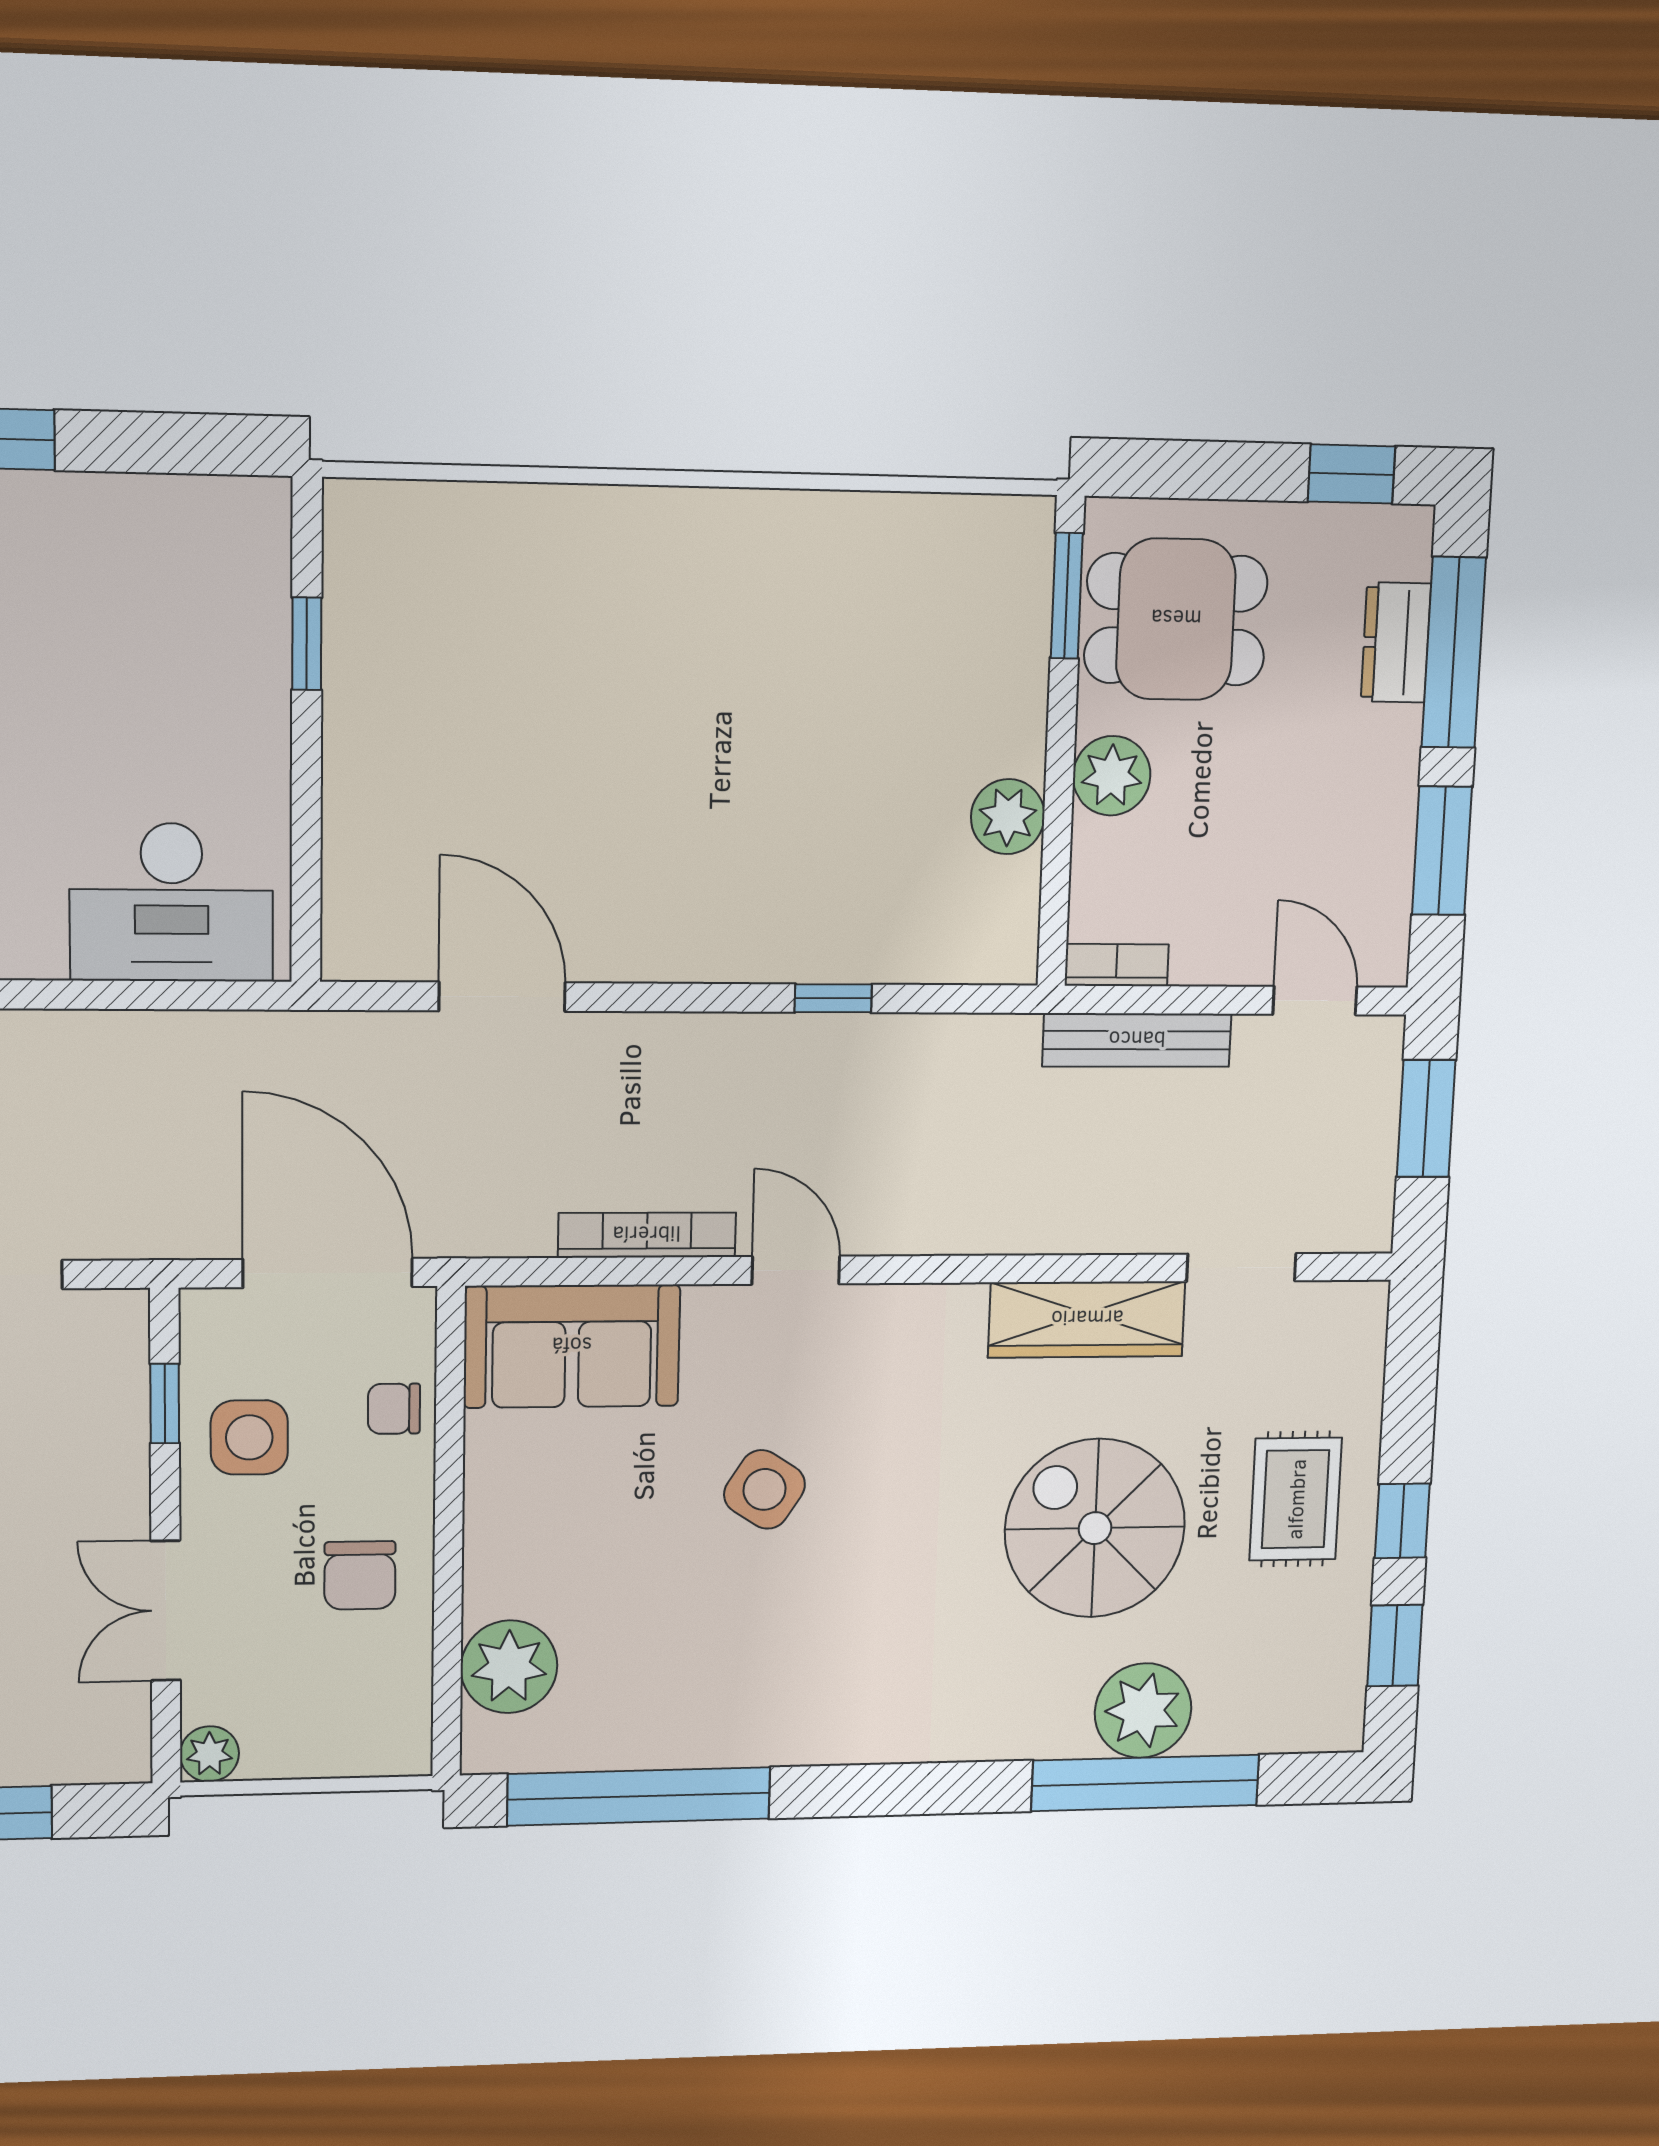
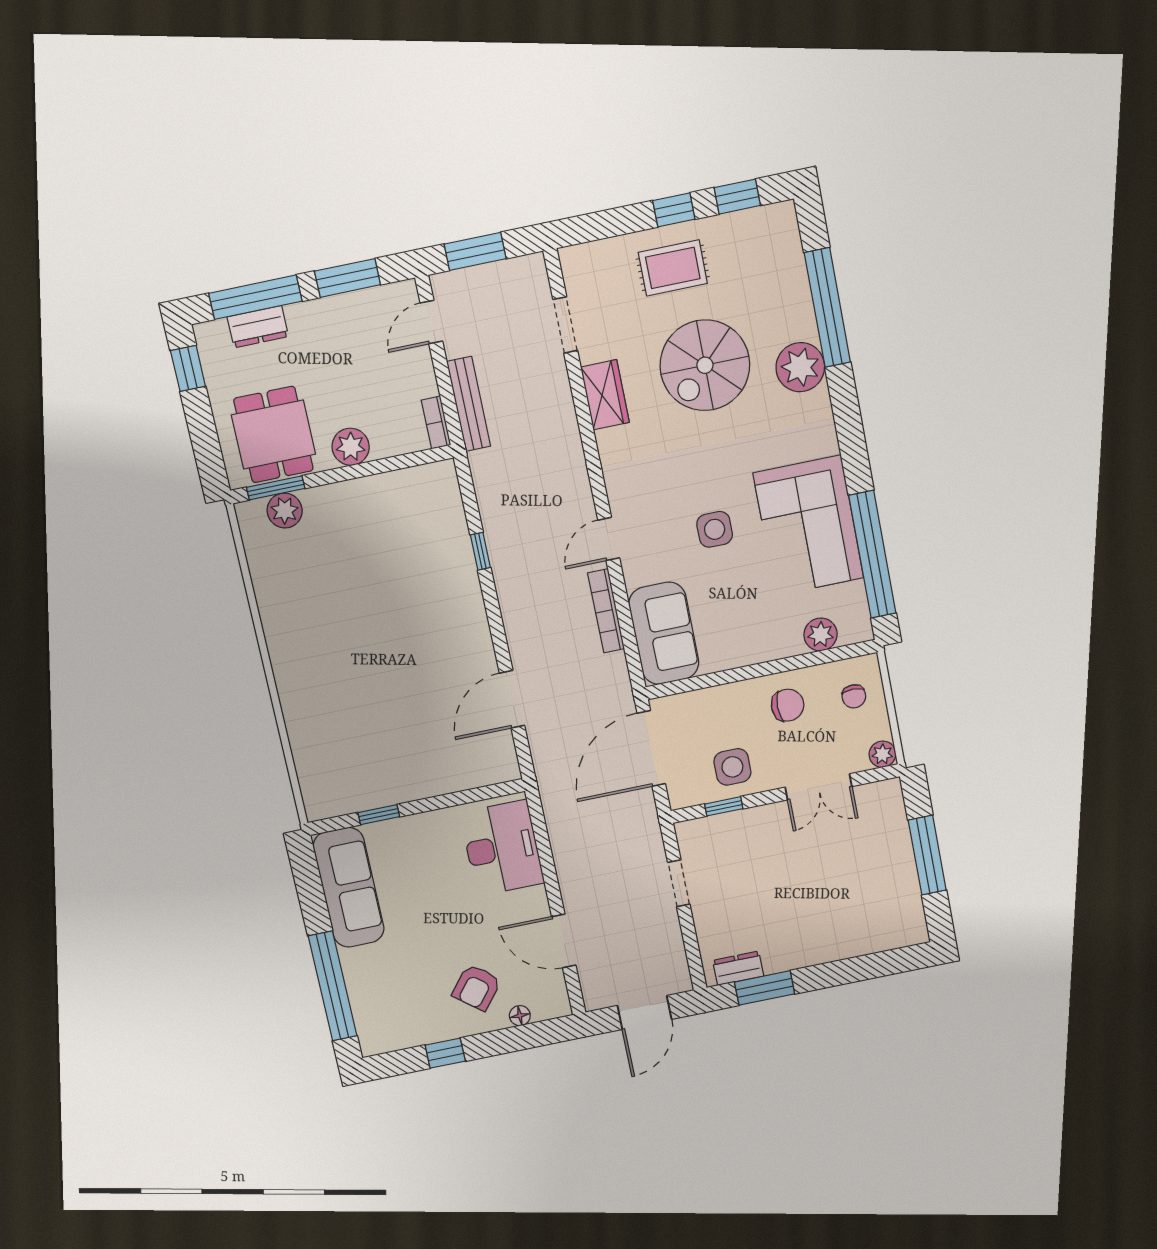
sofa: (151, 534) -> (349, 887), added
plant: (1008, 817) -> (285, 511), moved
wardrobe: (1087, 1319) -> (605, 395), width x0.67
chair: (394, 1409) -> (854, 696), moved
side table: (765, 1489) -> (715, 529), turned -33
plant: (509, 1667) -> (821, 634), width x0.73, depth x0.73
corner sofa: (728, 1679) -> (808, 526), added
plant: (1143, 1711) -> (800, 367), moved

